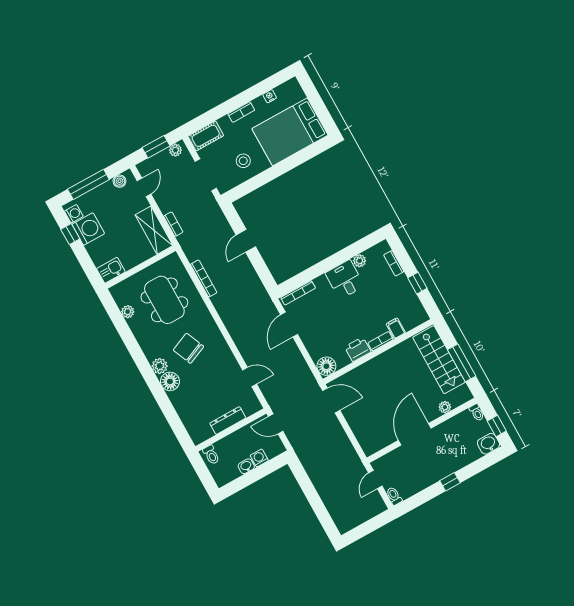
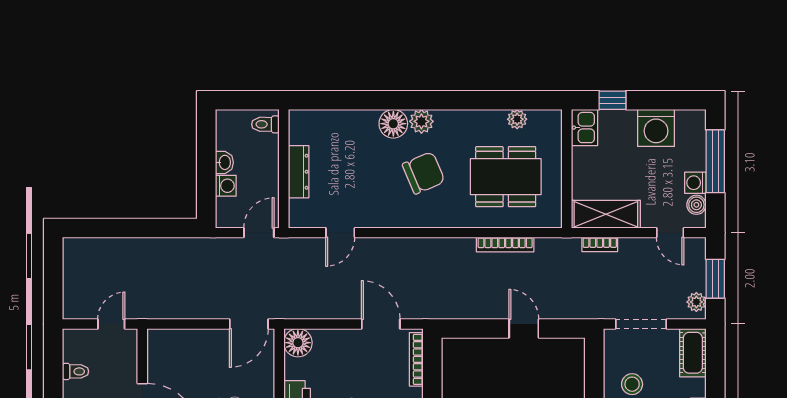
washing machine: (74, 214) -> (695, 183), moved, turned 90
window: (70, 234) -> (613, 100), moved
door: (375, 480) -> (111, 324), hinge flipped
toilet: (394, 496) -> (76, 371), moved

